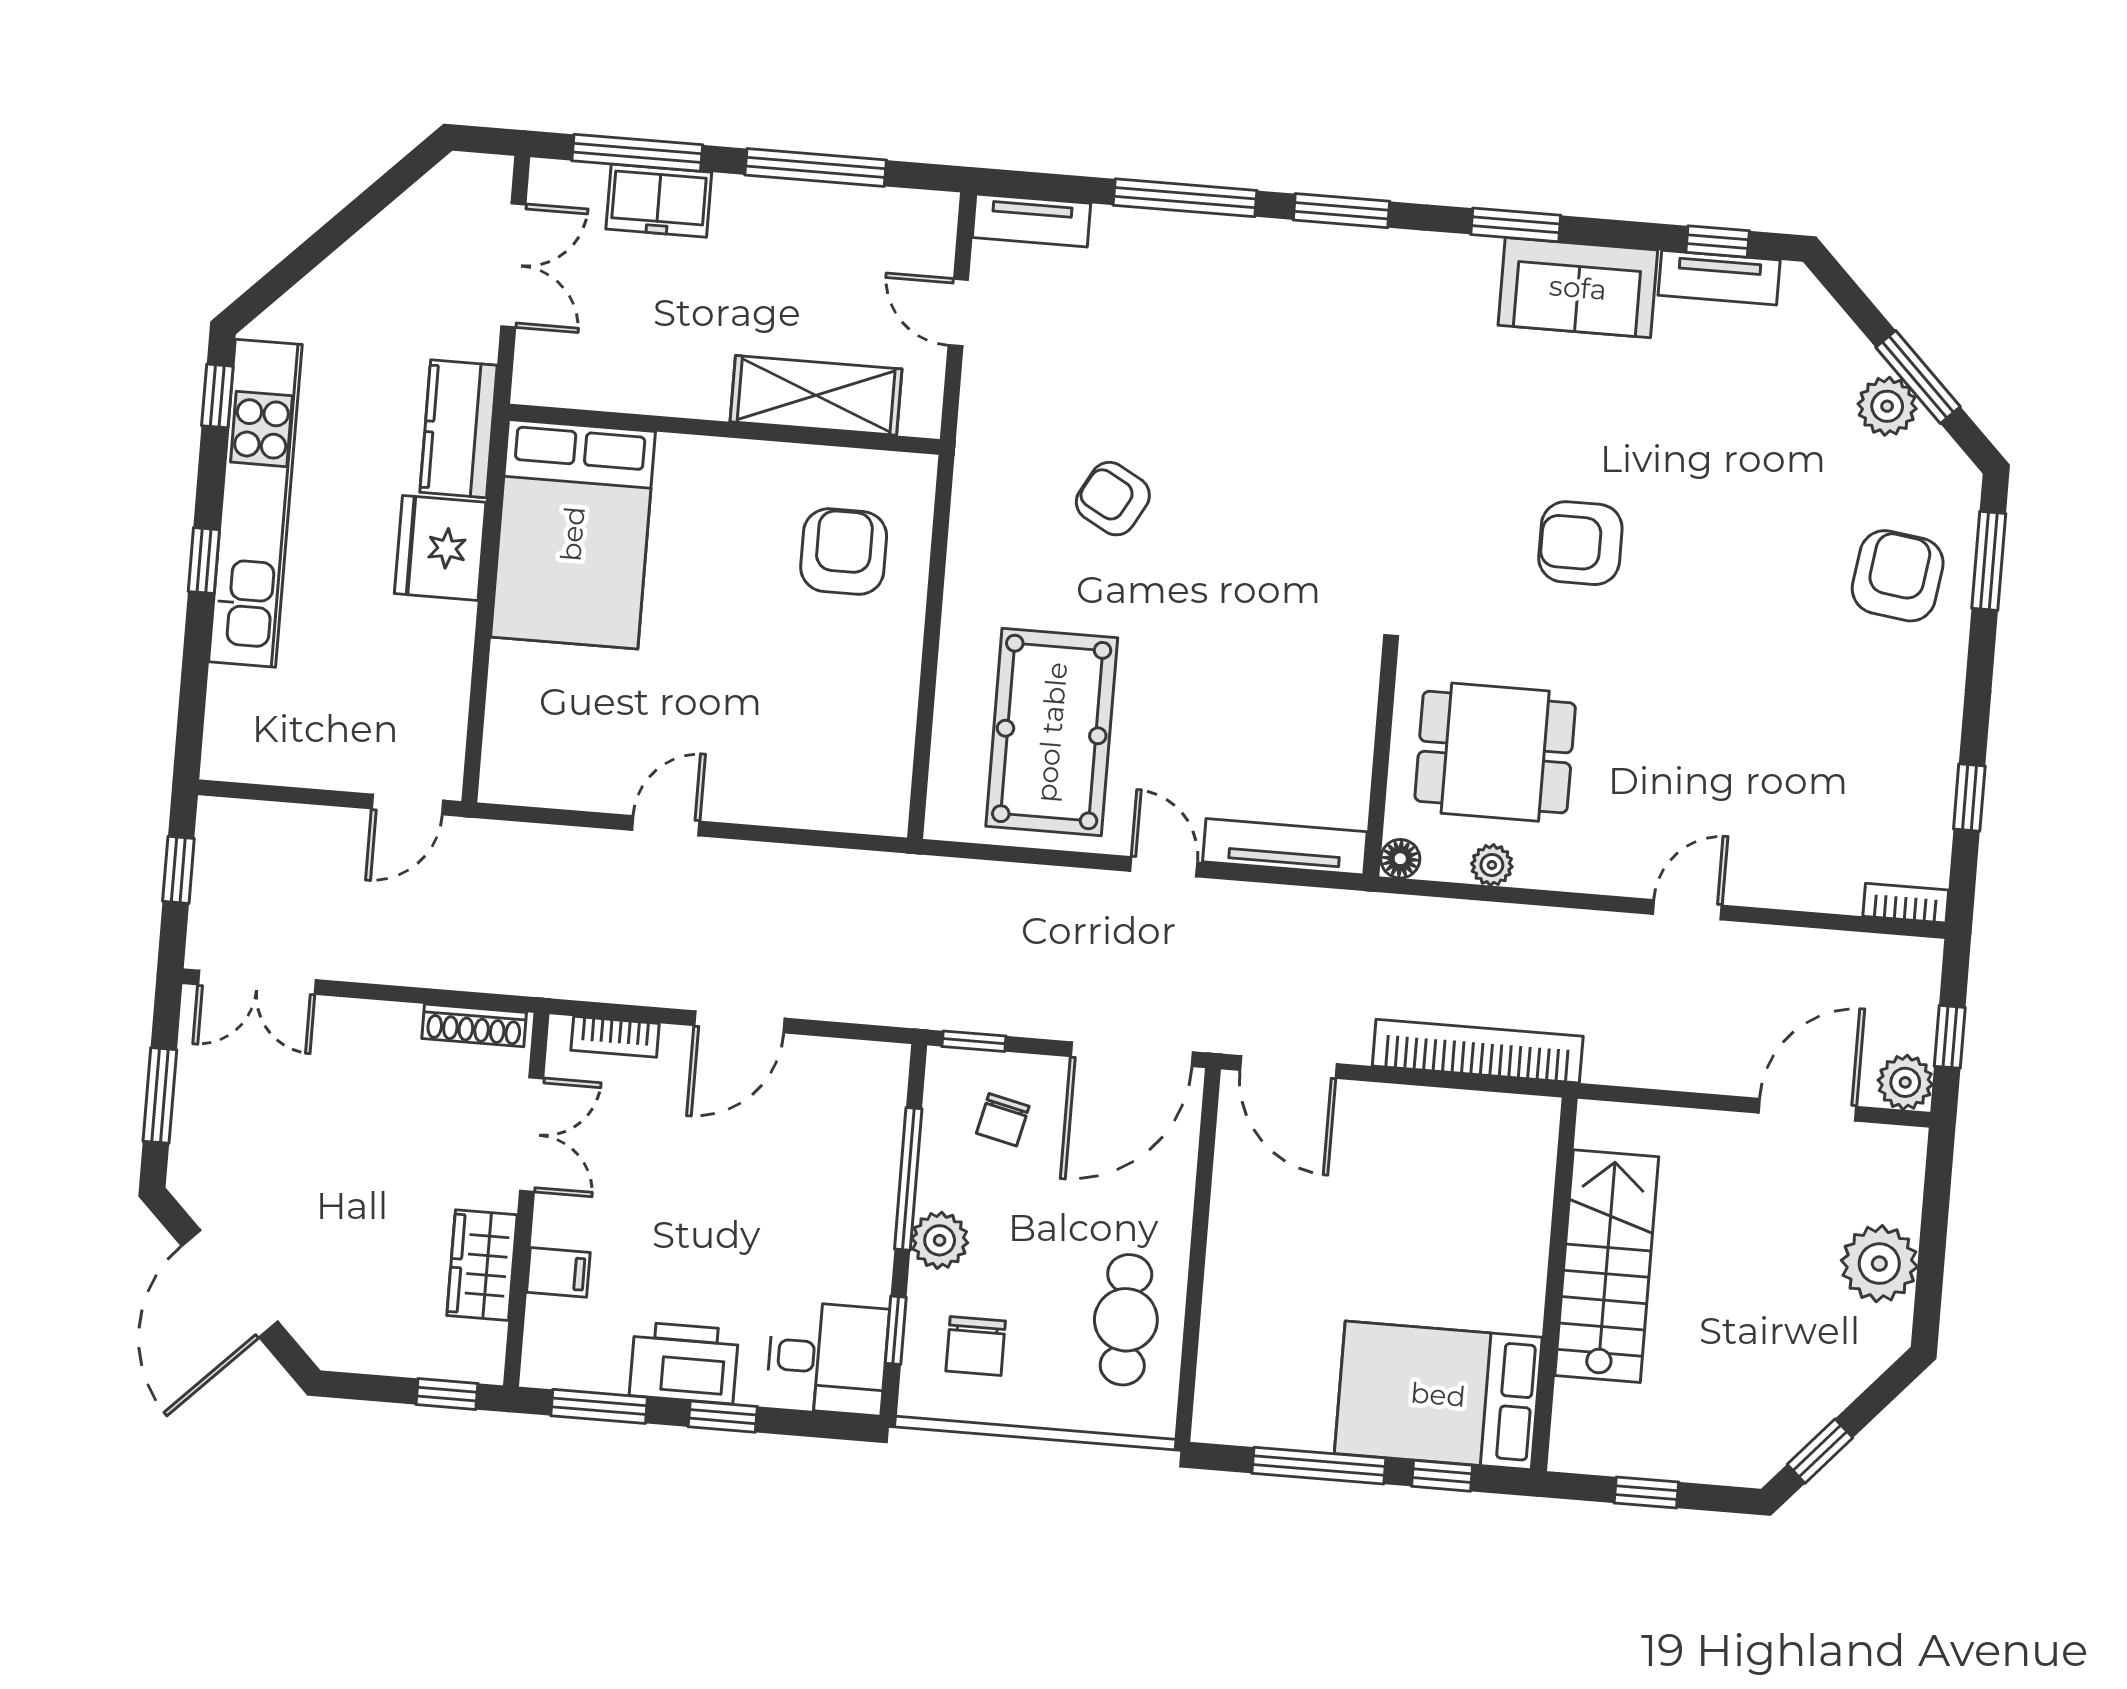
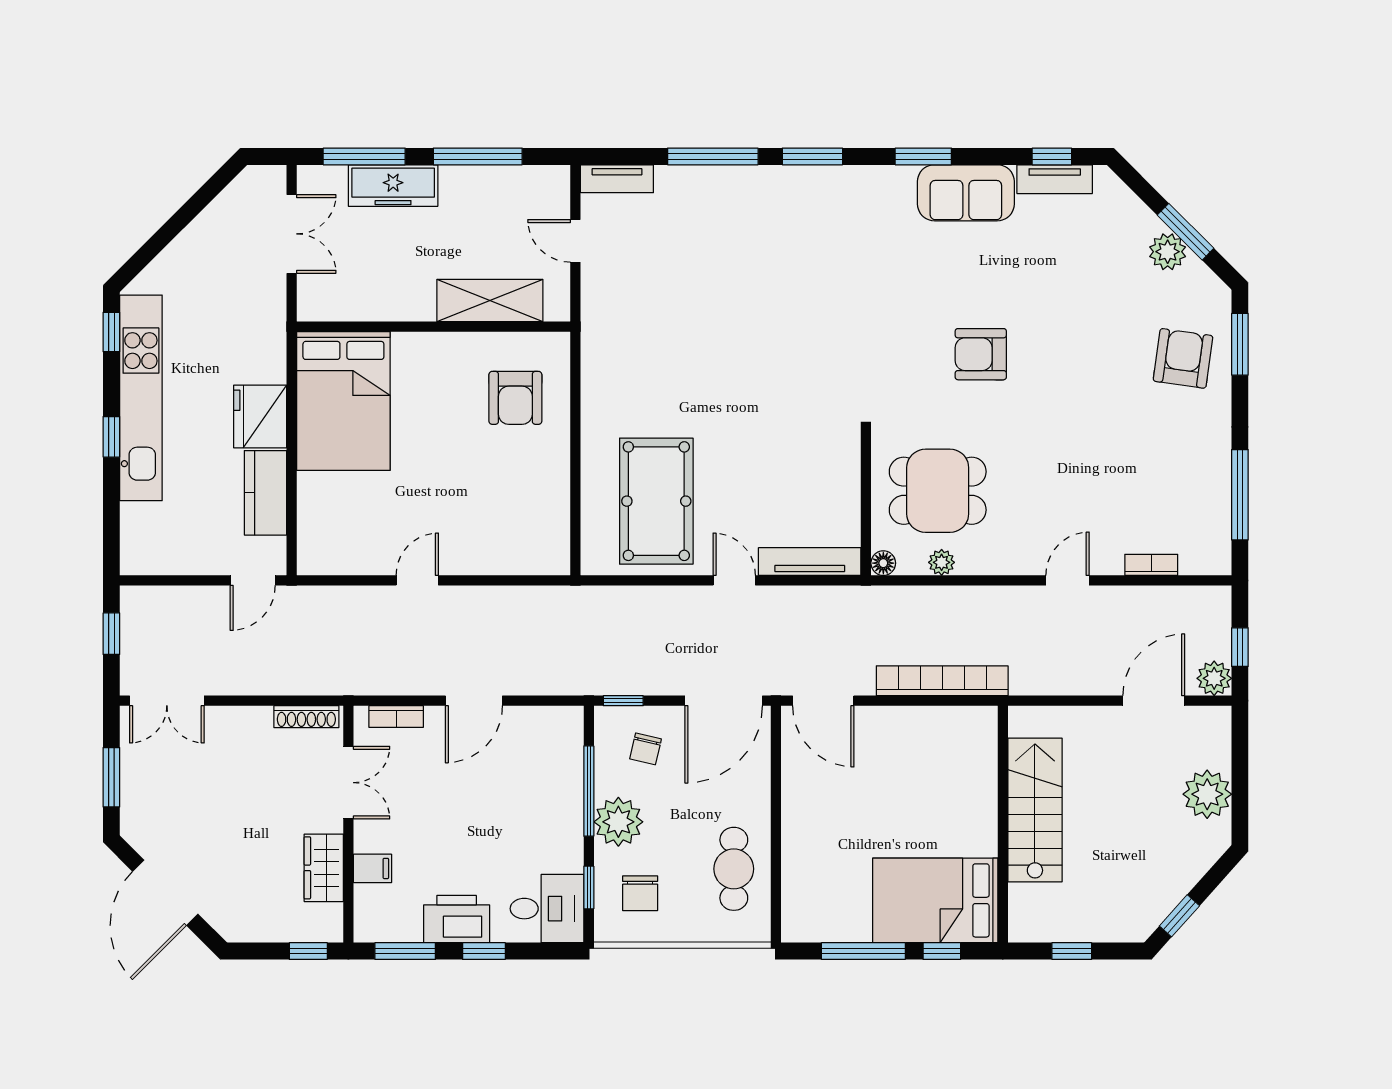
freezer: (659, 201) -> (393, 186), width x1.40
kitchen counter: (459, 429) -> (266, 493), moved
armchair: (1113, 499) -> (683, 350), removed
armchair: (844, 552) -> (515, 398), turned 180
window: (1969, 797) -> (1240, 495), width x2.17
bookcase: (1906, 903) -> (1151, 565), moved
plant: (940, 1240) -> (618, 822), width x1.36, depth x1.36

